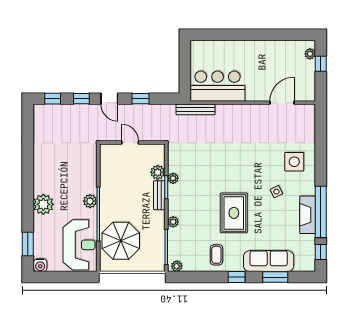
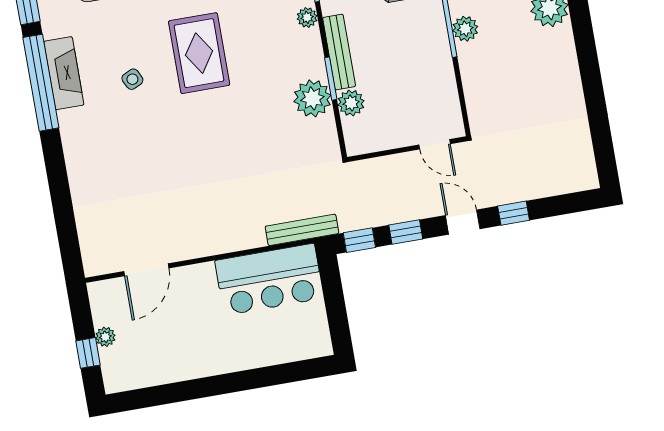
plant: (310, 54) -> (105, 337), moved
window: (53, 99) -> (359, 240), moved
door: (130, 143) -> (435, 144), moved
side table: (294, 162) -> (105, 166), removed
plant: (173, 178) -> (312, 98), width x1.88, depth x1.88
side table: (276, 192) -> (132, 79), moved
bench: (159, 195) -> (339, 52), width x1.36

